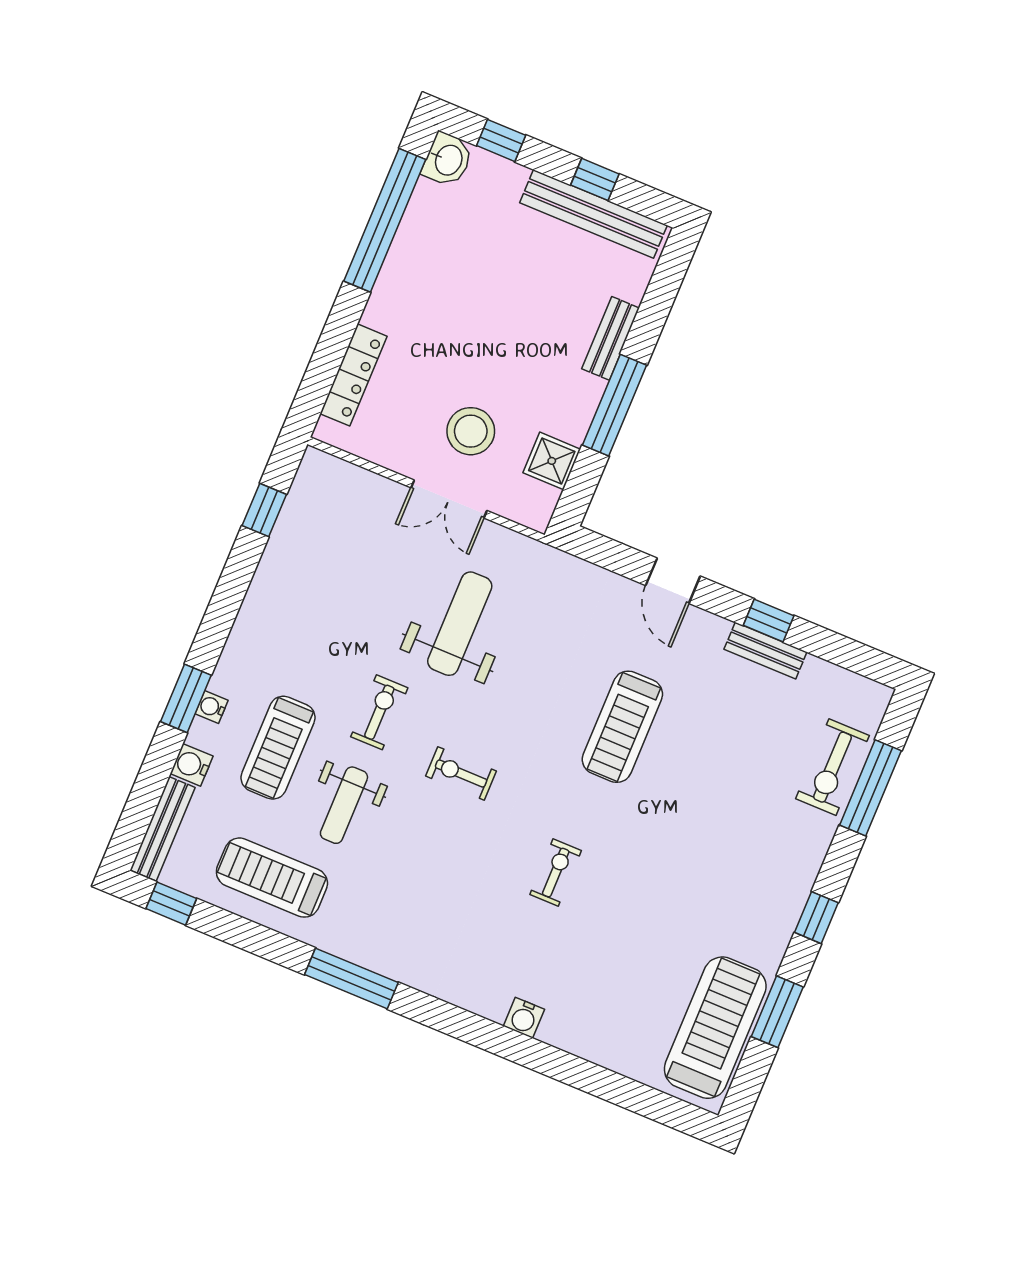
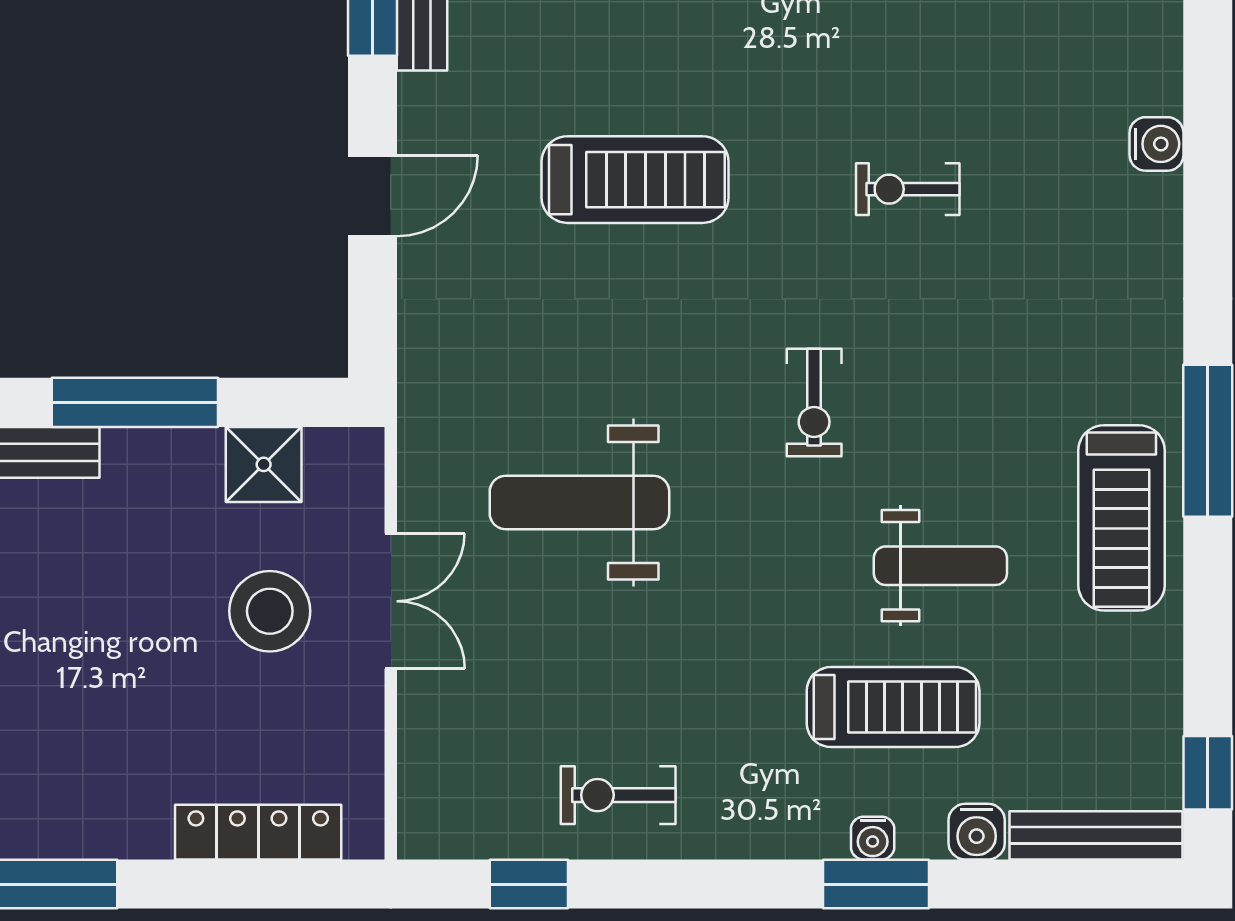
exercise bike: (379, 712) -> (618, 795), moved
treadmill: (272, 878) -> (1121, 518), moved

